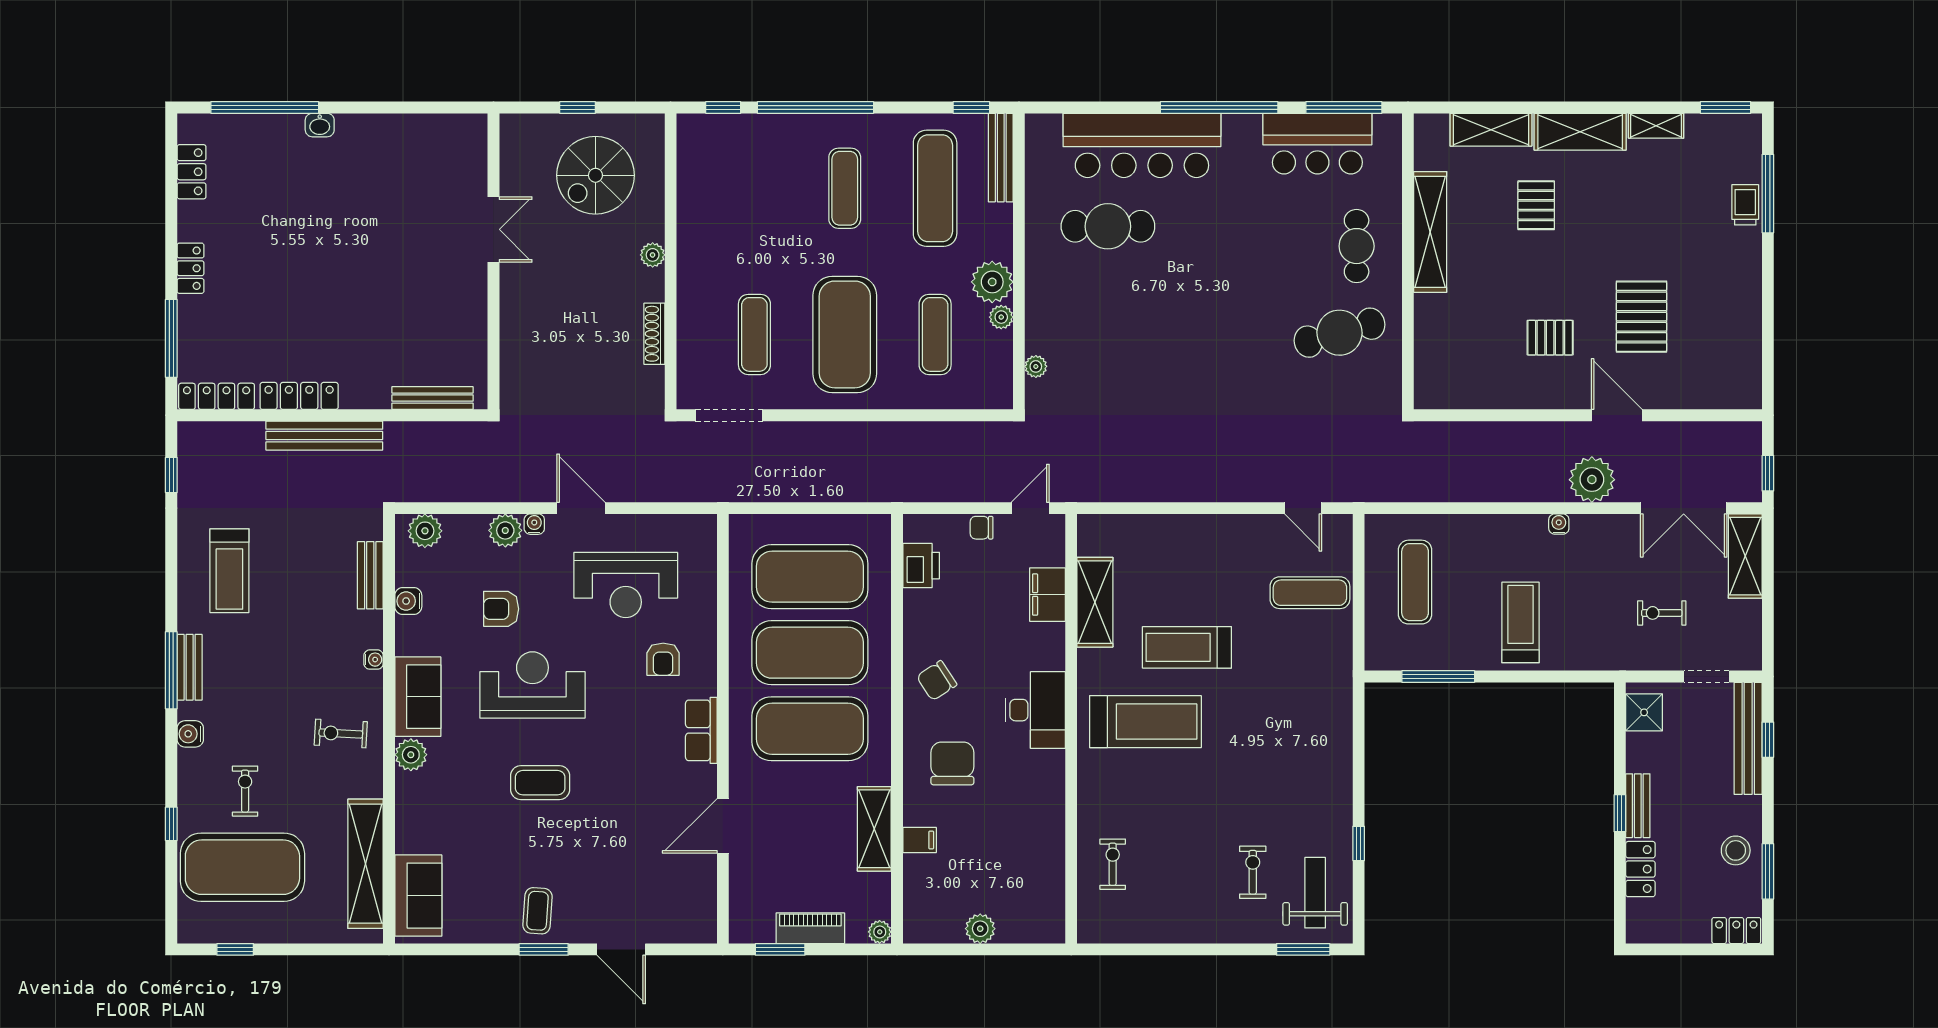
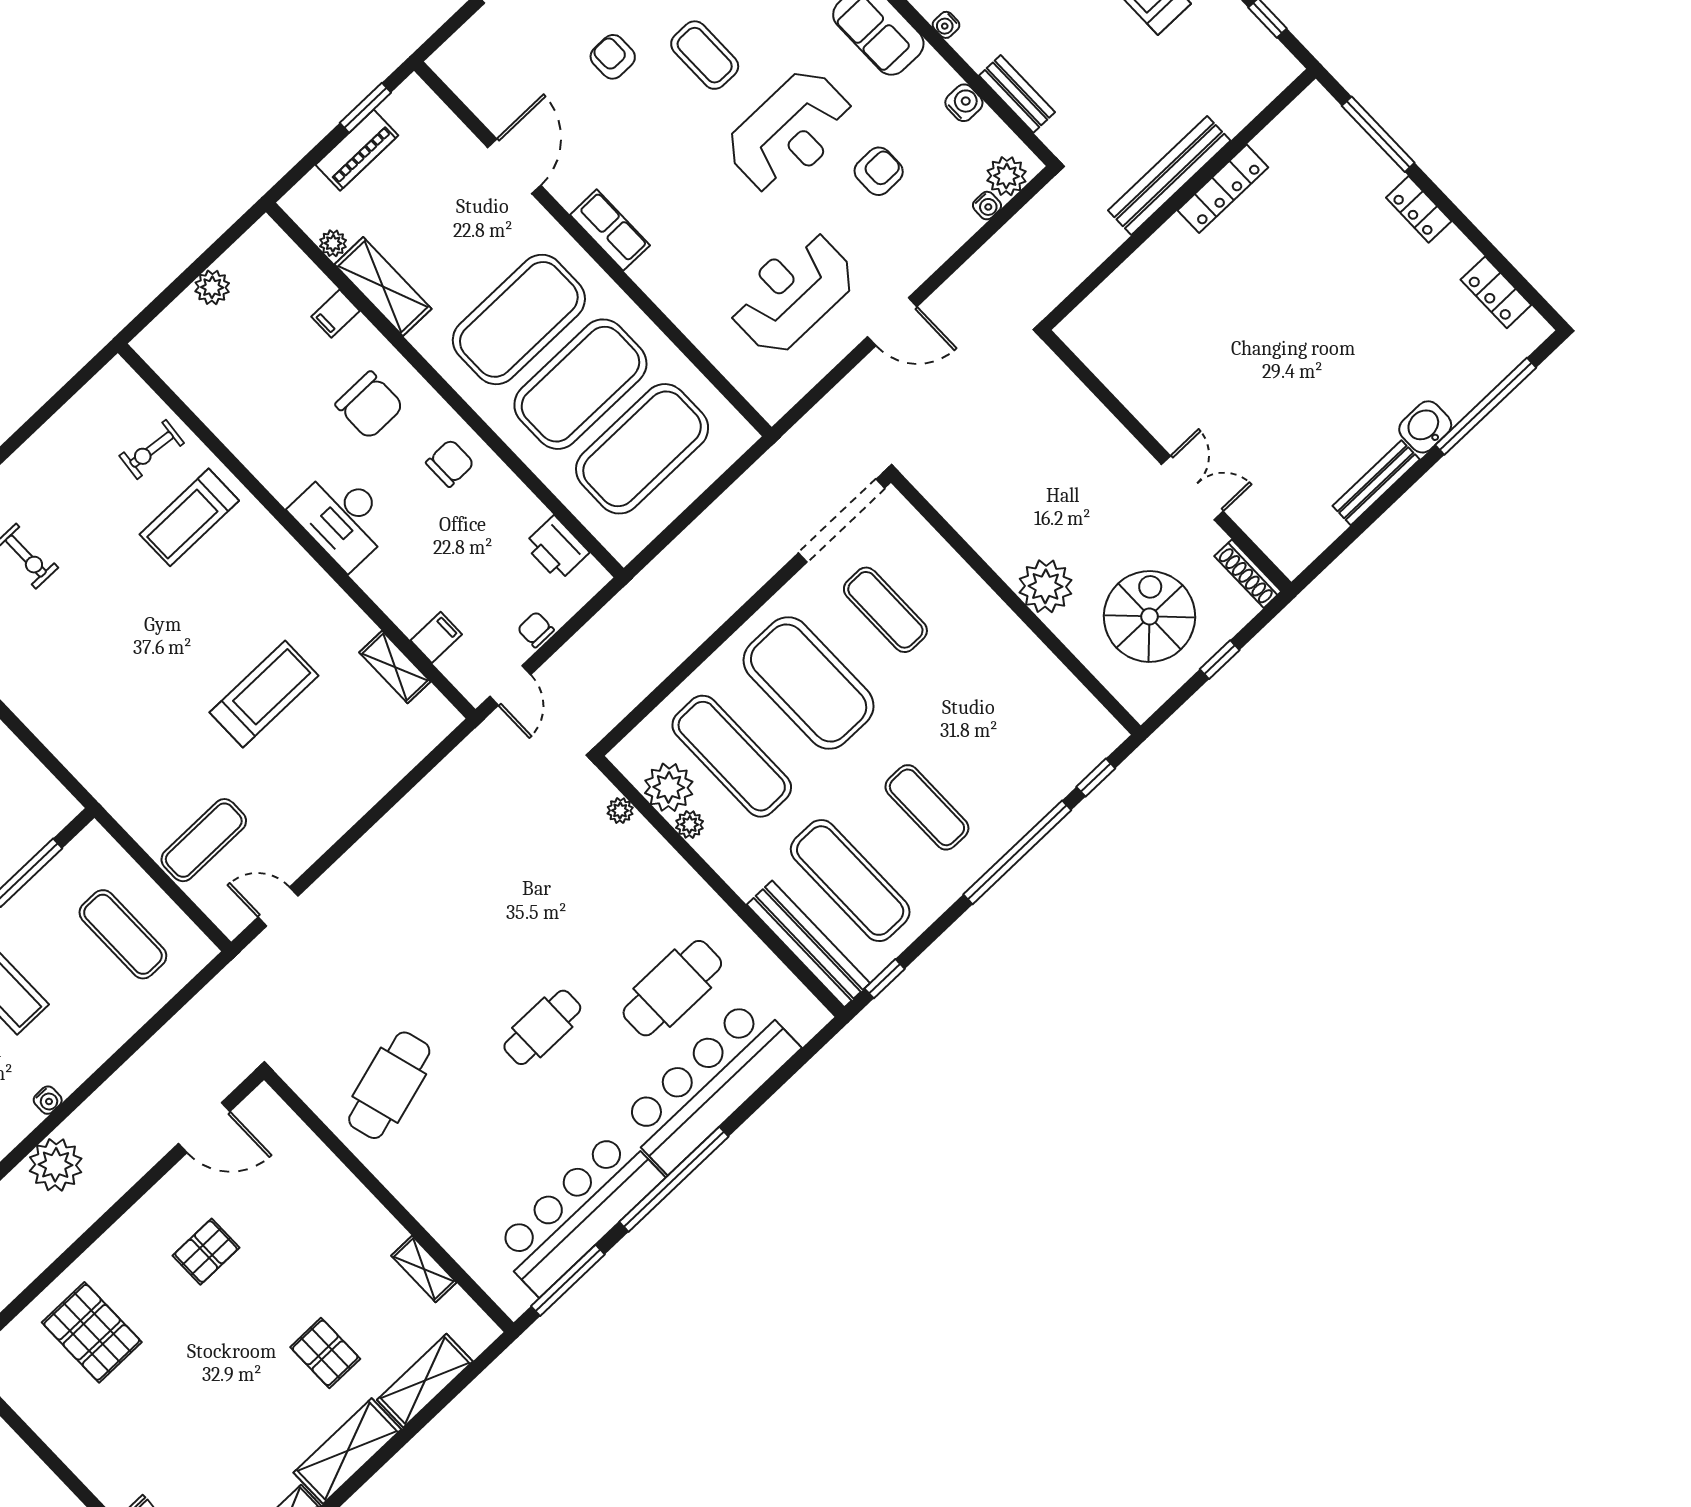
washbasin: (320, 125) -> (1425, 427), width x1.38, depth x1.45
bar counter: (1317, 144) -> (578, 1212), width x1.36
bench: (1001, 158) -> (808, 944), width x1.37, depth x1.21
double door: (493, 229) -> (1192, 488), swing flipped
shelving: (1430, 232) -> (424, 1269), width x0.45, depth x0.75
cafe table: (1357, 246) -> (542, 1027), moved, turned 90
plant: (653, 255) -> (1046, 586), width x1.88, depth x1.88
plant: (992, 282) -> (669, 787), moved
pallet: (1641, 317) -> (92, 1332), moved
shoe rack: (654, 334) -> (1248, 574), moved, turned 180
exercise mat: (935, 334) -> (732, 756), width x1.36, depth x1.45
locker: (217, 396) -> (1293, 122), removed
bench: (433, 398) -> (1376, 483), moved
doorway: (729, 415) -> (842, 521), width x1.36
door: (1617, 415) -> (204, 1128), moved
water cooler: (534, 524) -> (987, 206), moved
chair: (982, 528) -> (536, 630), turned -90
plant: (505, 530) -> (939, 241), removed
filing cabinet: (1048, 595) -> (436, 637), width x0.50
shelving: (1095, 602) -> (395, 667), width x0.67, depth x0.75
armchair: (663, 659) -> (613, 57), moved
chair: (937, 681) -> (450, 463), turned 33
treadmill: (1145, 722) -> (189, 517), moved, width x0.73, depth x0.73
coffee table: (540, 783) -> (705, 55), turned 90
exercise bike: (1113, 864) -> (152, 449), turned 96
plant: (880, 932) -> (333, 243), moved

